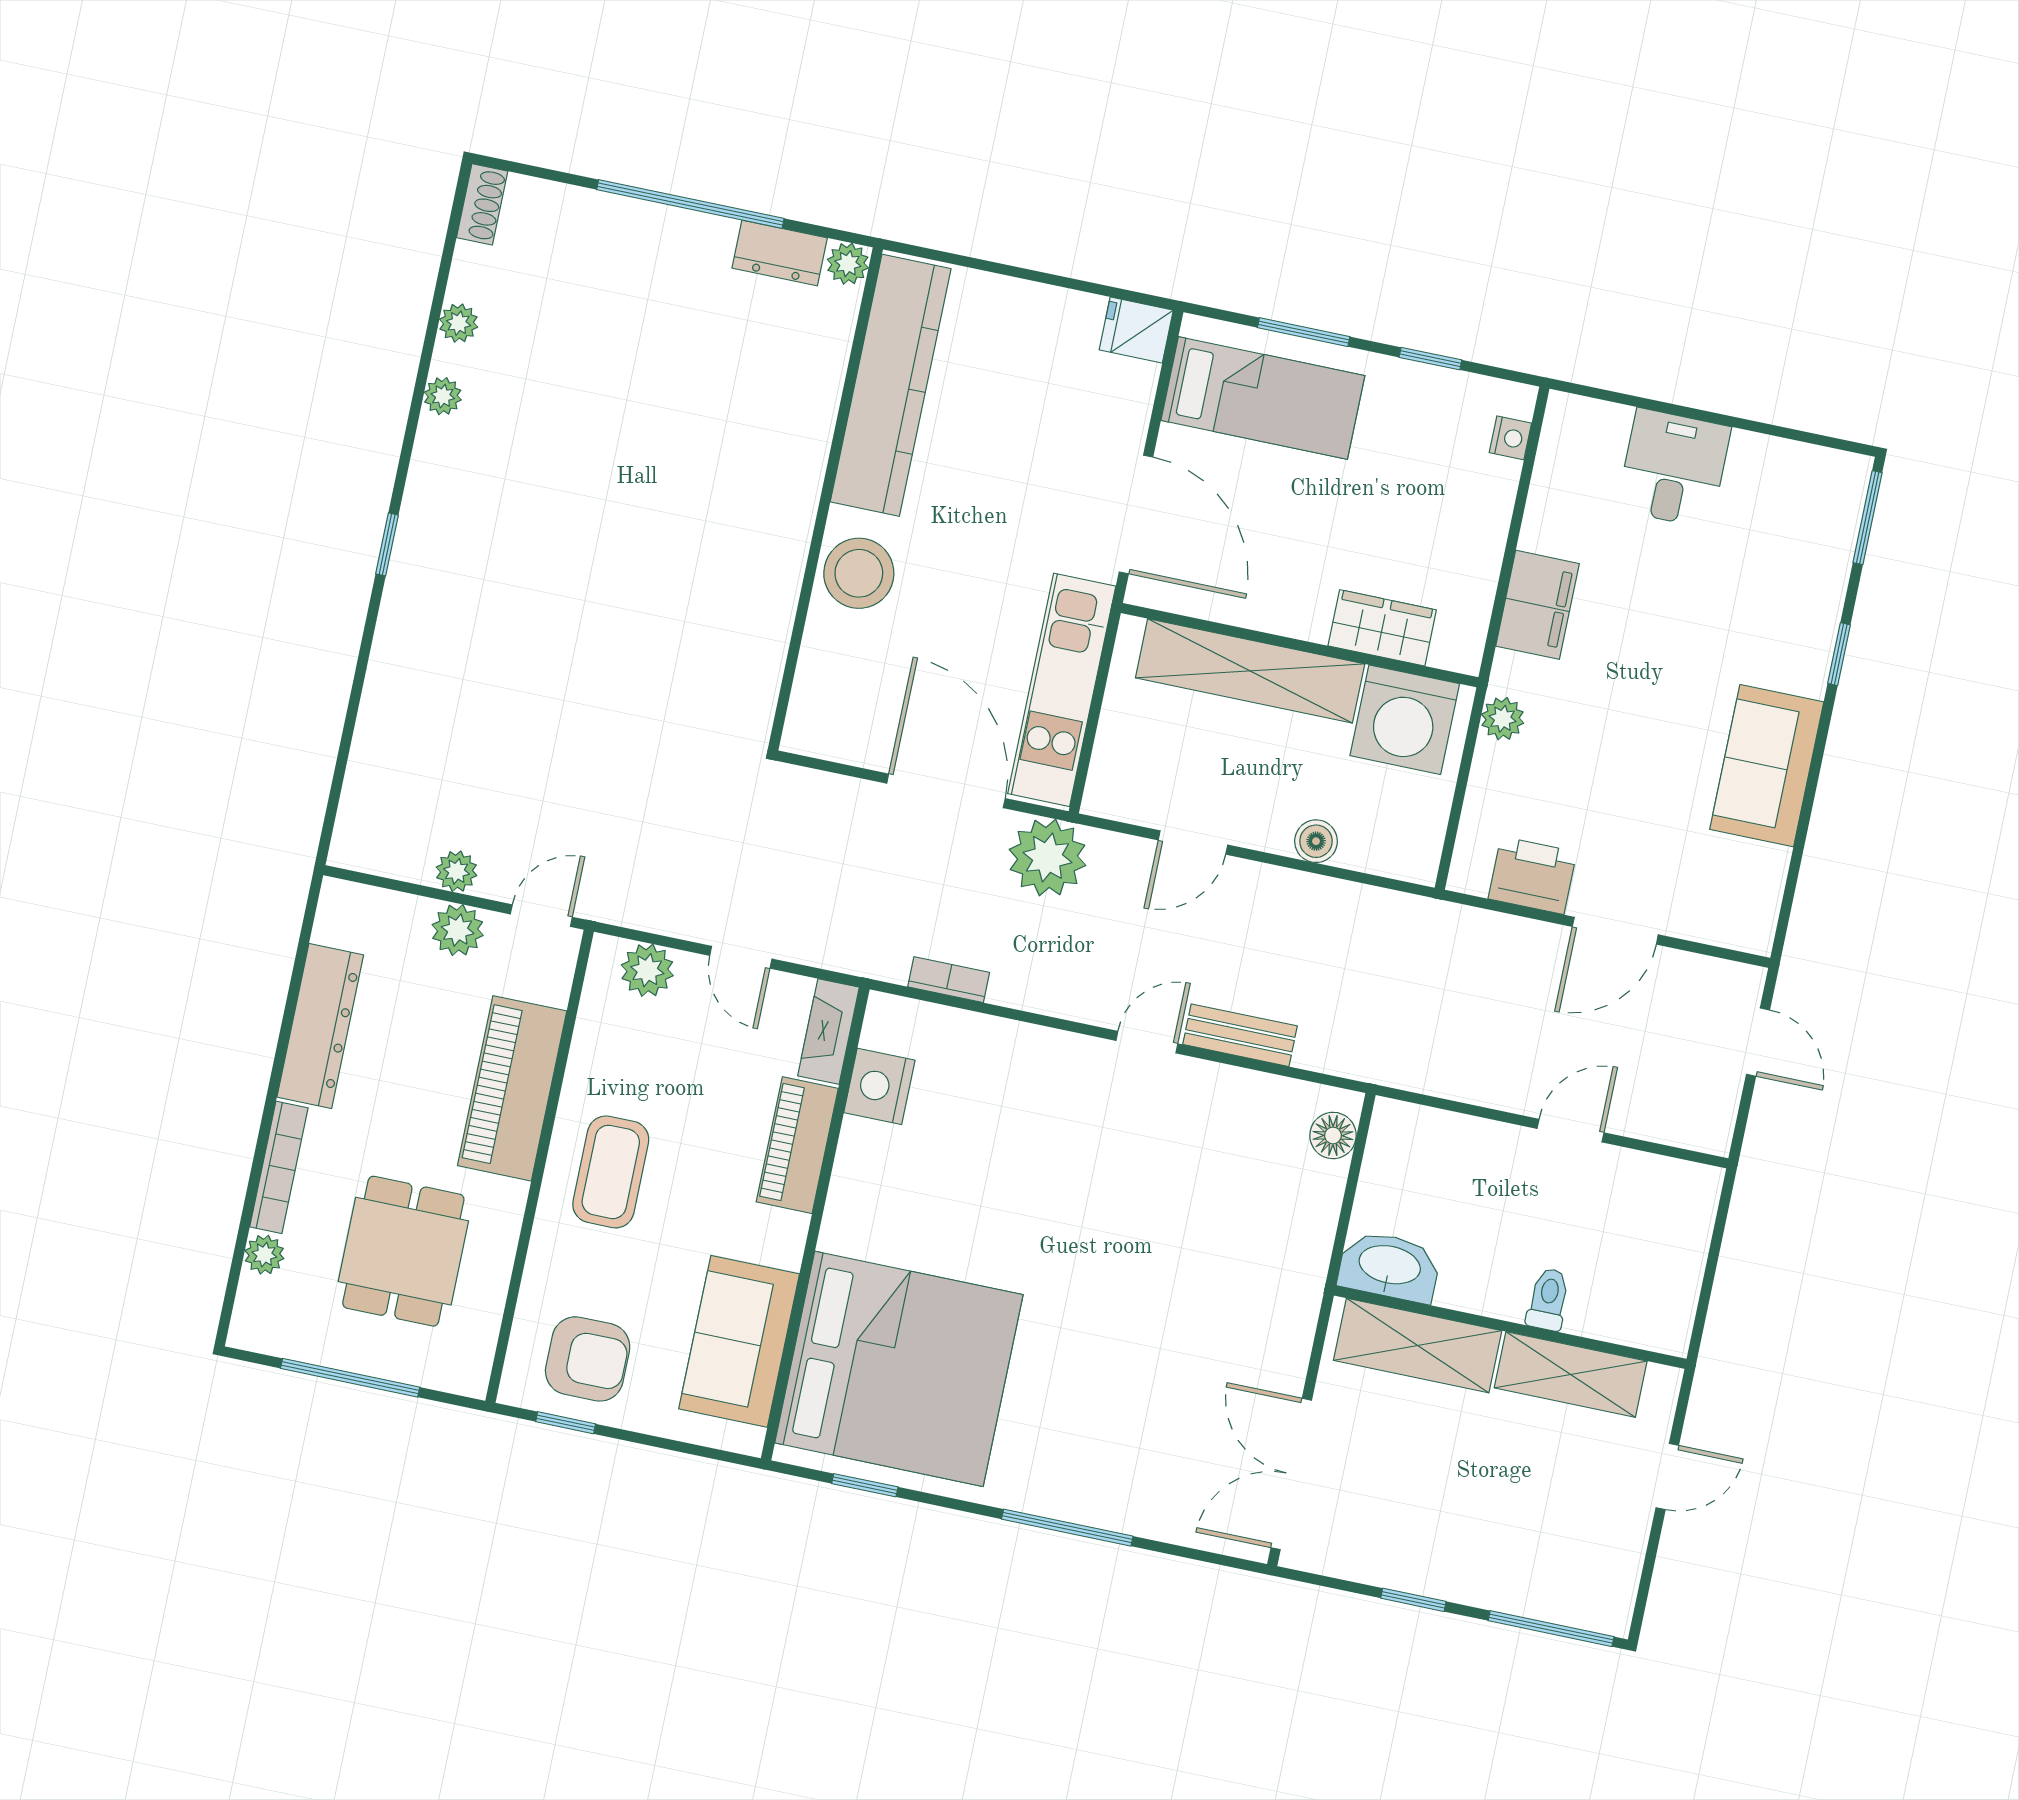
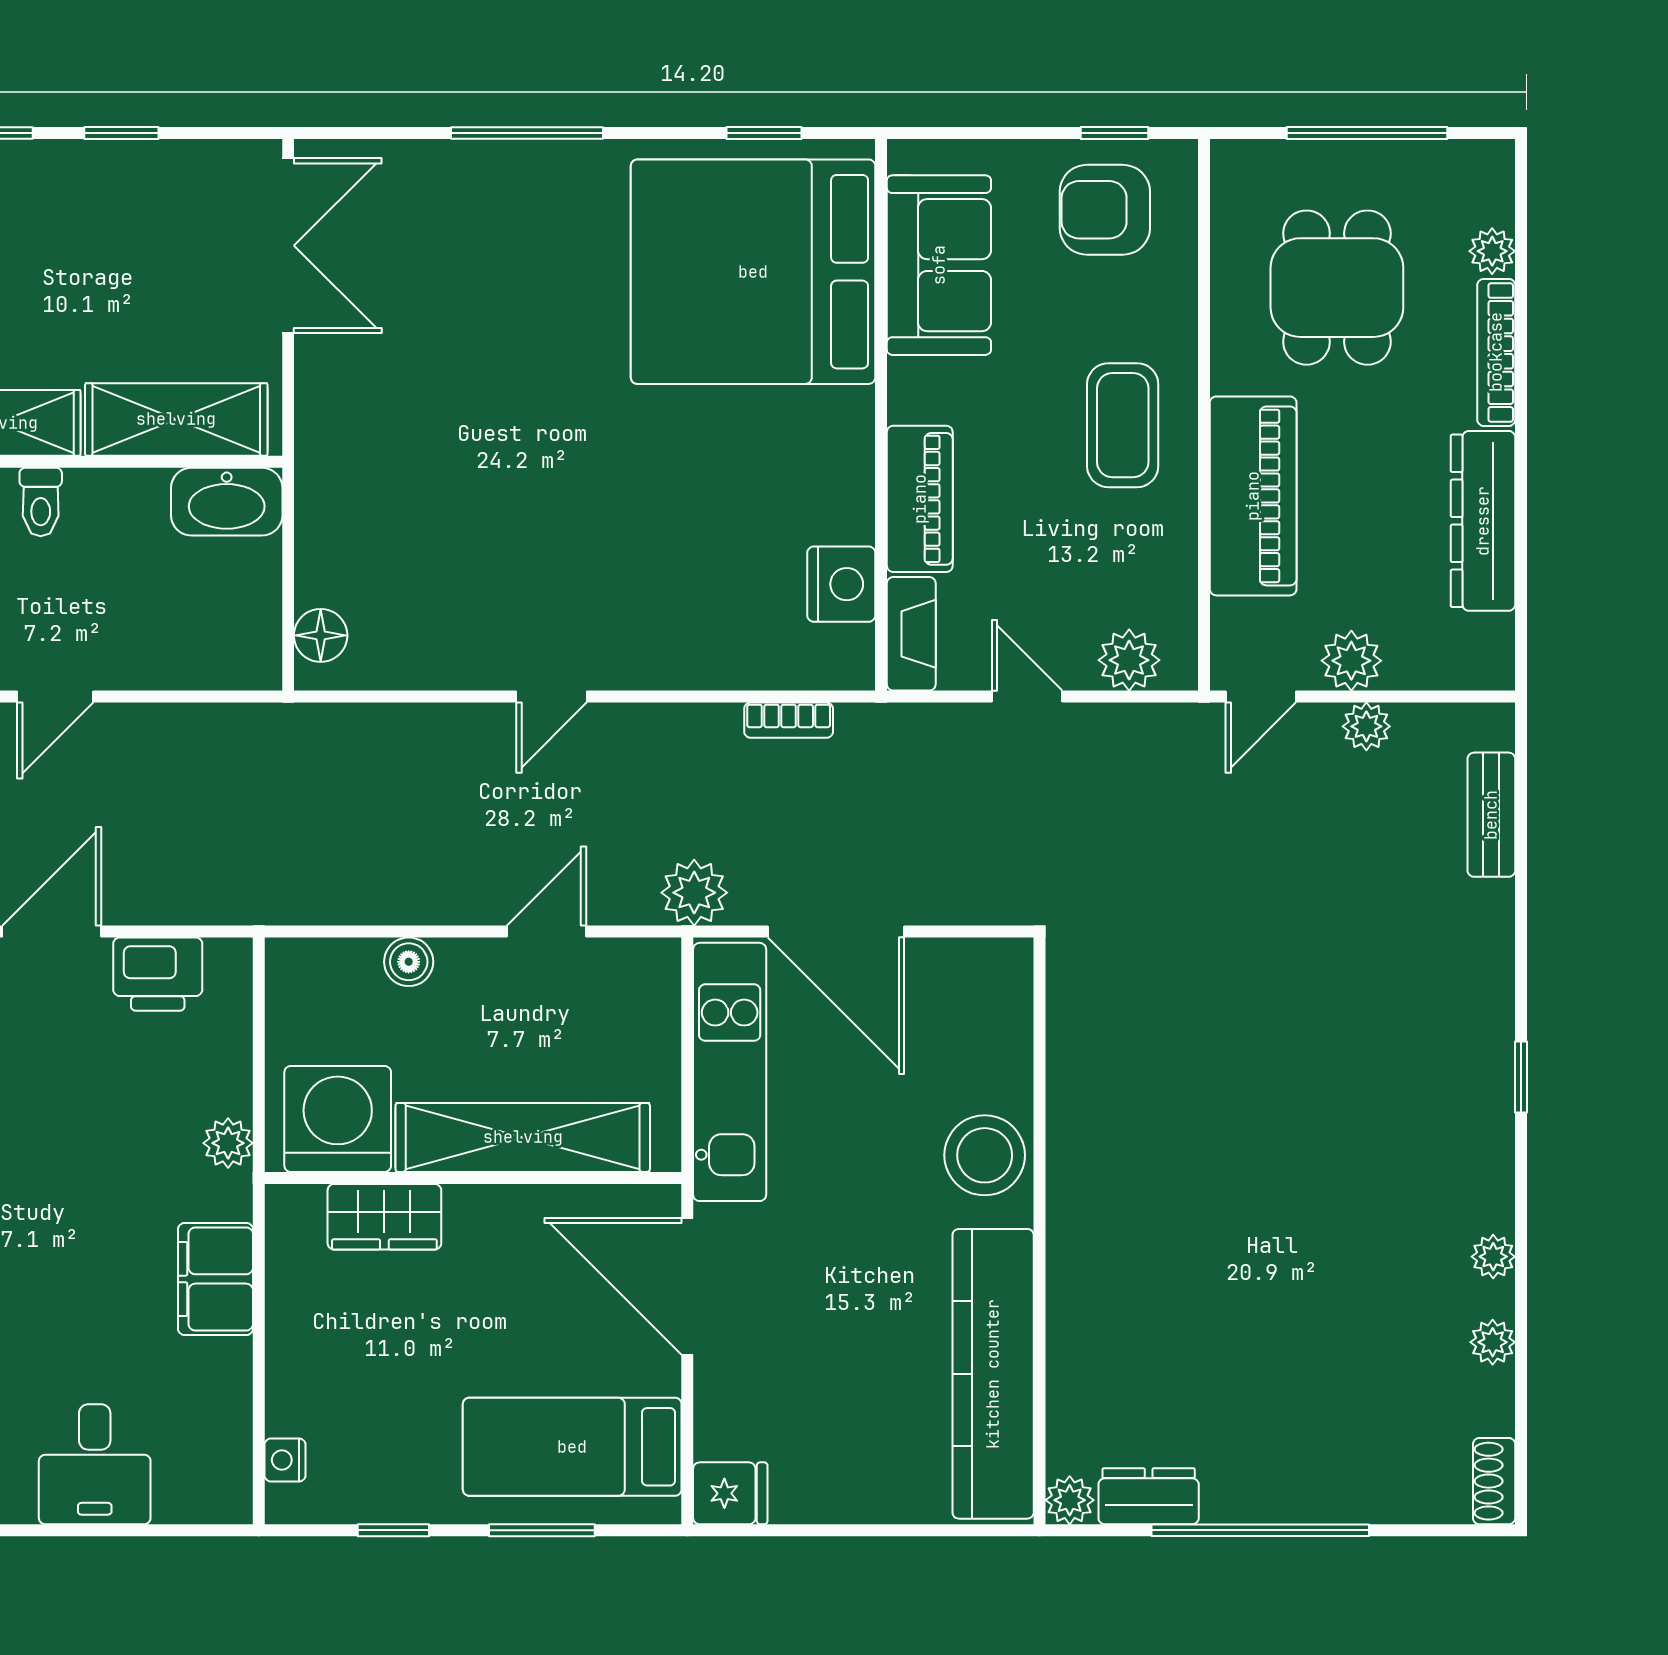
plant: (1048, 857) -> (694, 893), width x0.73, depth x0.73
bench: (1240, 1035) -> (1491, 815), moved, turned 90

